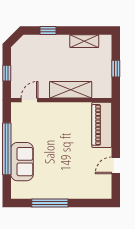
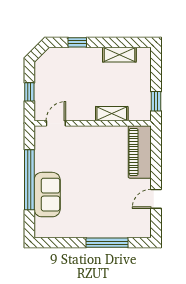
window: (116, 69) -> (156, 101), moved
shelving: (71, 90) -> (112, 114), width x0.67, depth x0.75
window: (50, 203) -> (107, 243), moved

